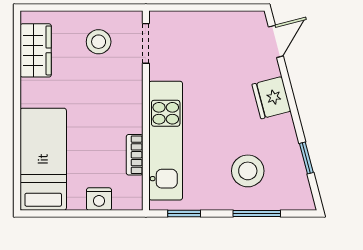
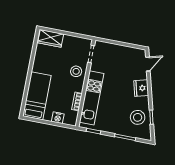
stool: (99, 42) -> (76, 71), moved
wardrobe: (36, 50) -> (51, 38), moved, turned 90
stool: (248, 171) -> (138, 117), moved

